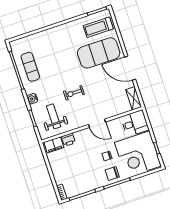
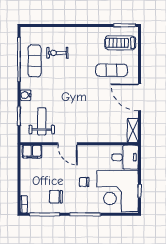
exercise mat: (99, 53) -> (112, 70), width x0.50, depth x0.69
exercise bike: (74, 93) -> (57, 53), moved
door: (97, 123) -> (68, 144), moved
printer: (68, 140) -> (49, 151), removed
chair: (112, 174) -> (56, 197), moved

